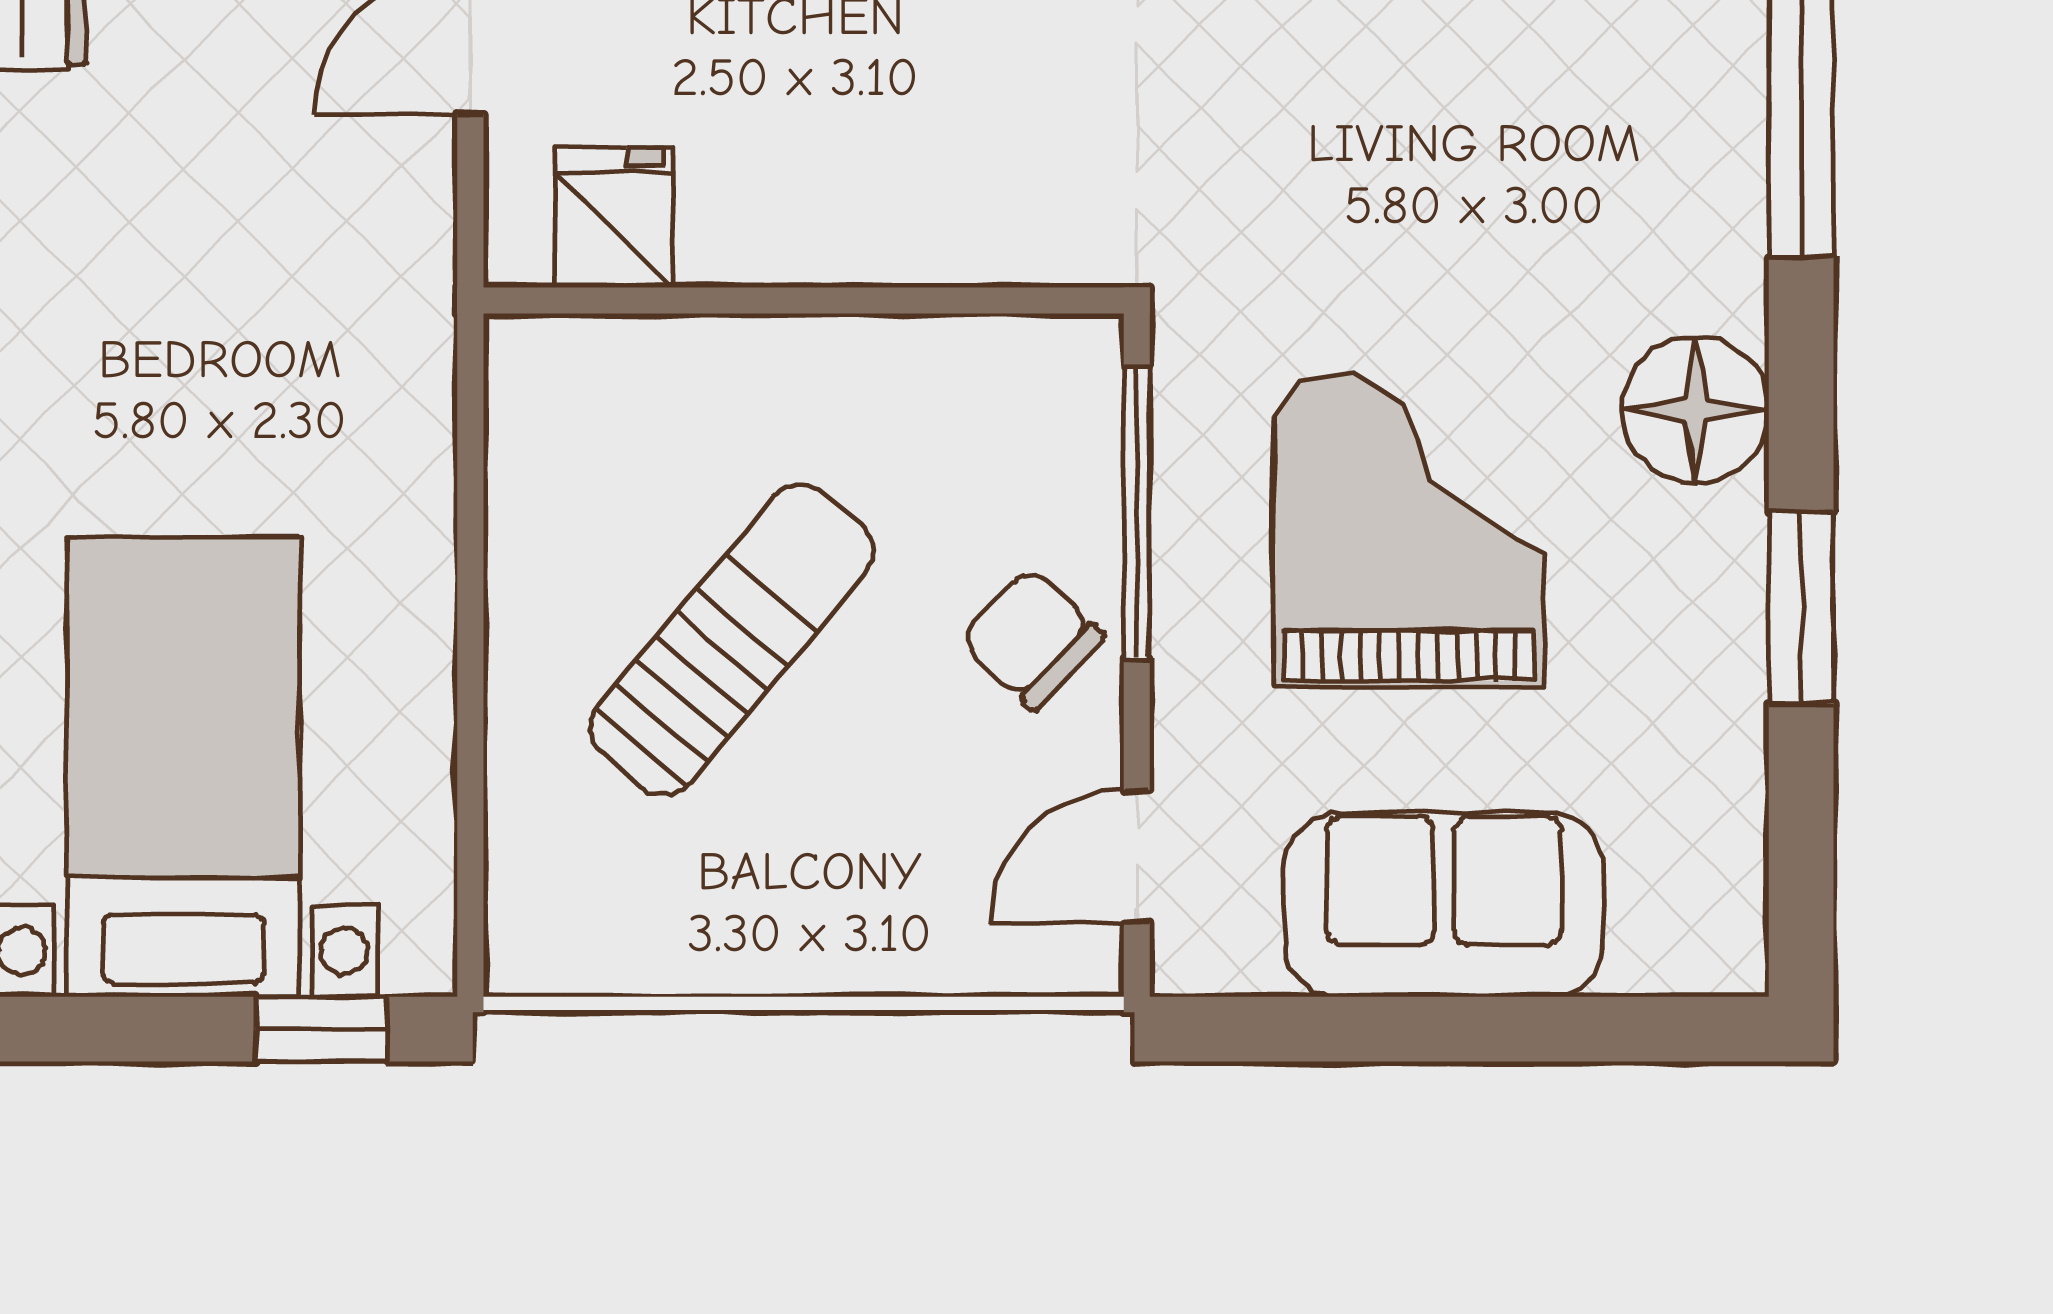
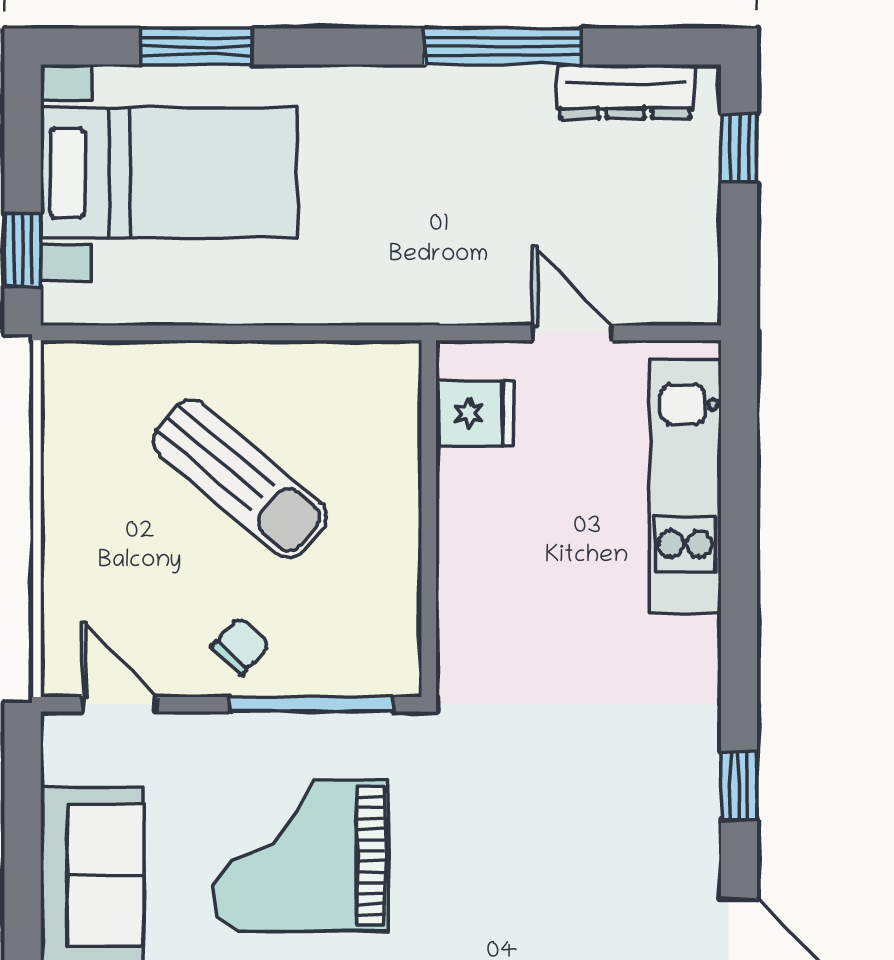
grand piano: (1409, 530) -> (301, 856), turned 180
chair: (1032, 638) -> (240, 646), width x0.73, depth x0.73

